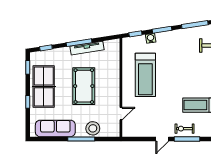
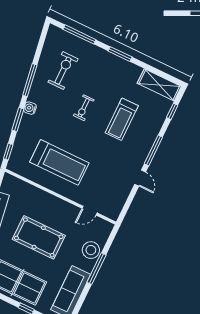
water cooler: (151, 38) -> (30, 108), moved
door: (121, 114) -> (90, 211), swing flipped
exercise bike: (185, 129) -> (84, 108), moved

